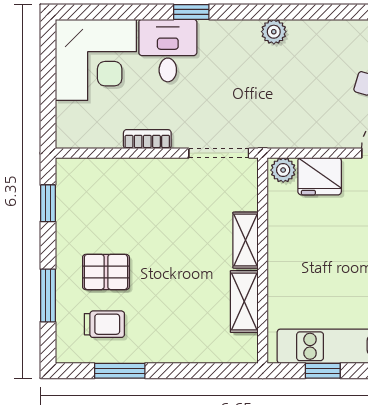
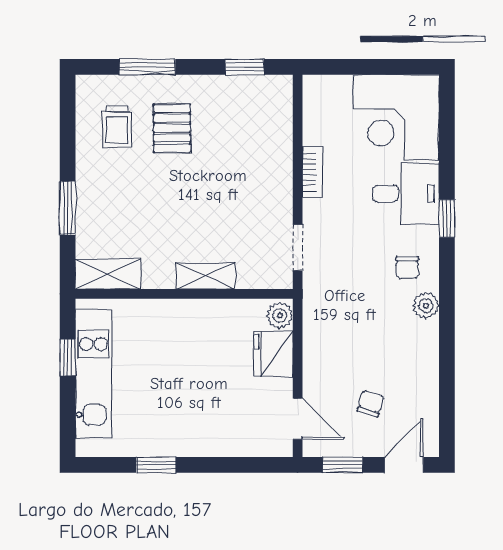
chair: (238, 49) -> (407, 267), added
doorway: (219, 153) -> (298, 247), width x0.73
shelving: (244, 301) -> (108, 274), moved
window: (120, 371) -> (68, 208), moved

